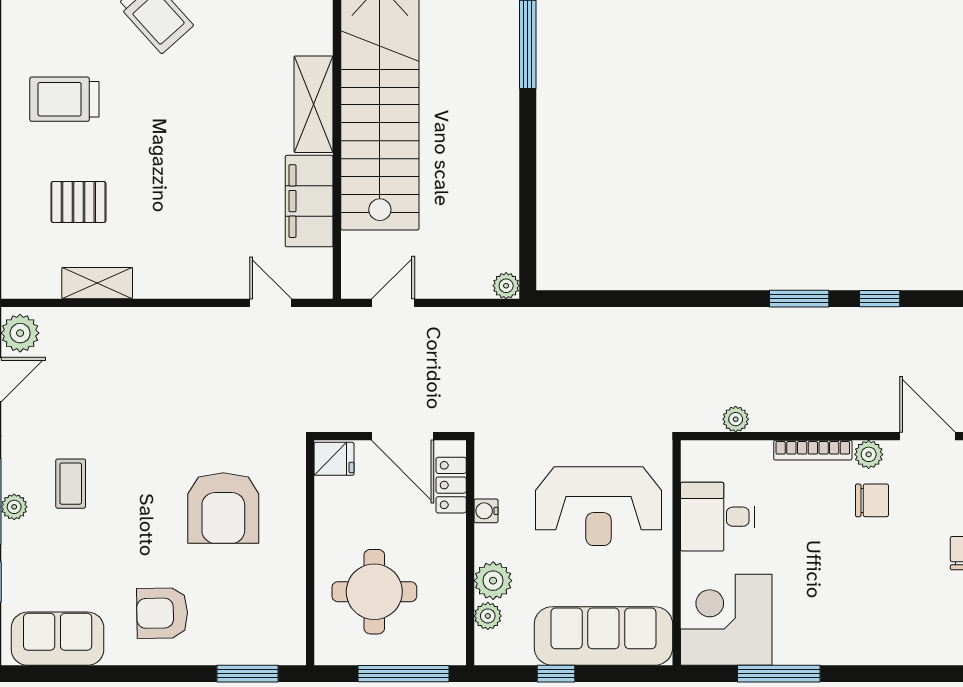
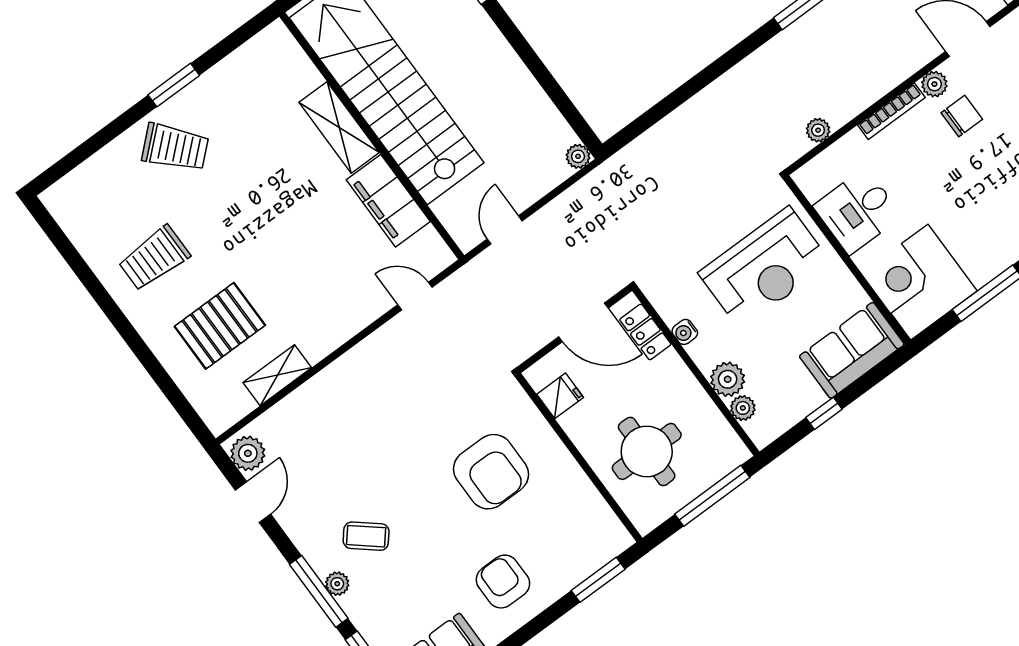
pallet: (78, 202) -> (220, 326), width x1.50, depth x1.42
fridge: (334, 459) -> (560, 396), moved
coffee table: (71, 484) -> (366, 536), turned -50
armchair: (162, 613) -> (503, 582), turned 91
sofa: (603, 636) -> (852, 350), width x0.73

